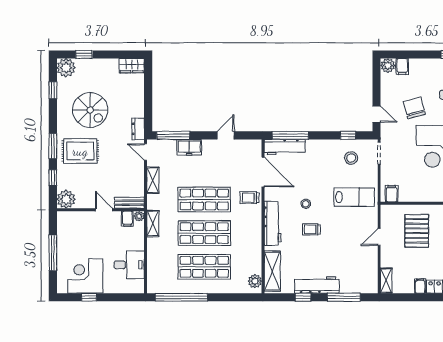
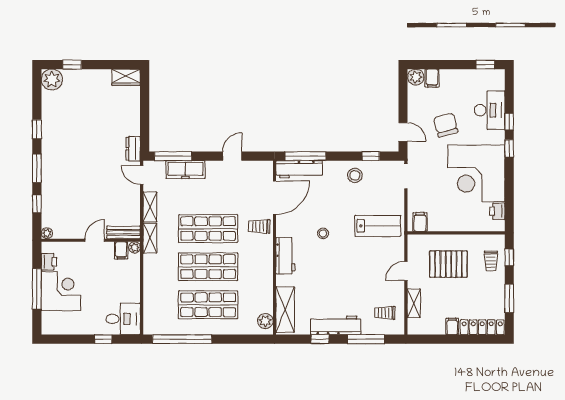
window: (53, 90) -> (37, 129), moved
spiral stairs: (90, 110) -> (79, 127), removed
freezer: (189, 147) -> (186, 170), width x1.40
rug: (80, 151) -> (68, 174), removed
stool: (351, 158) -> (355, 175), moved
door: (263, 172) -> (275, 198), hinge flipped
plant: (66, 199) -> (47, 233), width x0.53, depth x0.53
door: (104, 210) -> (95, 240), hinge flipped
shelving: (153, 223) -> (150, 238), moved
workbench: (273, 223) -> (285, 256), width x0.73
printer: (64, 229) -> (49, 262), added
trolley: (311, 229) -> (385, 313), moved
pallet: (417, 231) -> (448, 264), turned 90
desk: (129, 265) -> (123, 319), moved
corner desk: (85, 276) -> (61, 291), moved, turned 90
shelving: (386, 281) -> (414, 303), moved
window: (89, 297) -> (103, 339), moved

